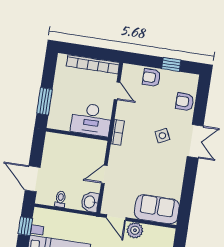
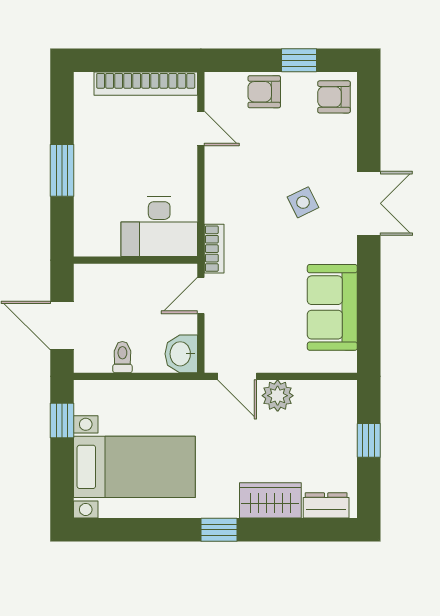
armchair: (185, 102) -> (334, 97), moved
desk: (91, 119) -> (159, 227), moved
bookcase: (117, 132) -> (214, 249), moved
wall: (77, 134) -> (135, 260), moved
sofa: (157, 209) -> (332, 307), moved, turned -90

